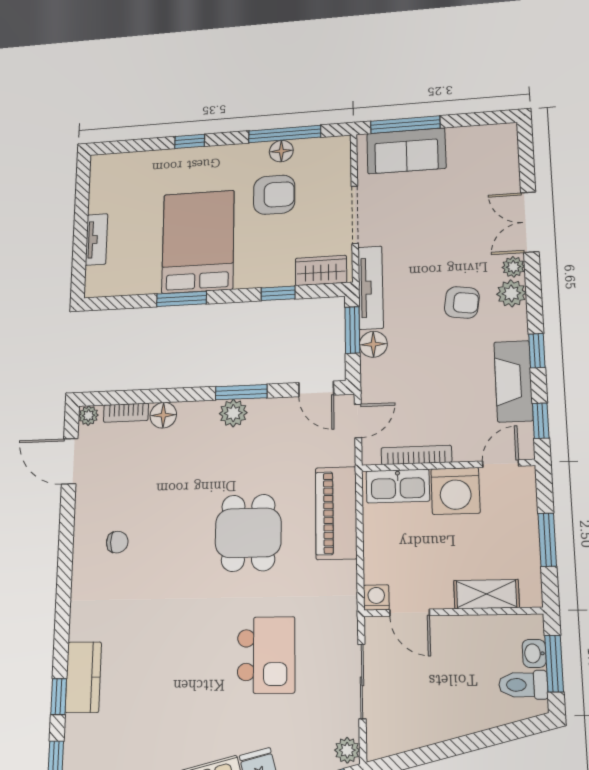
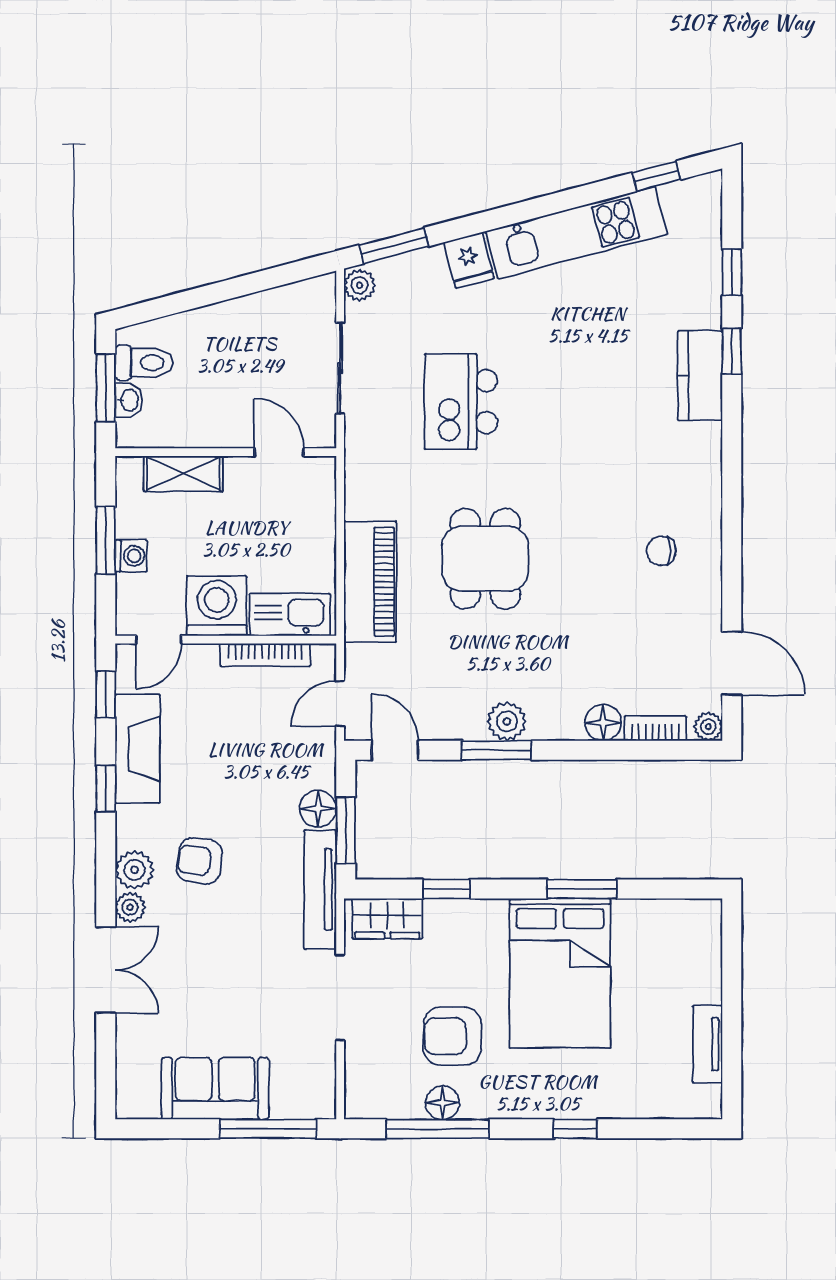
sofa: (406, 151) -> (215, 1088), moved
tv unit: (97, 239) -> (708, 1044), moved
washing machine: (376, 597) -> (131, 556), moved, turned -90

